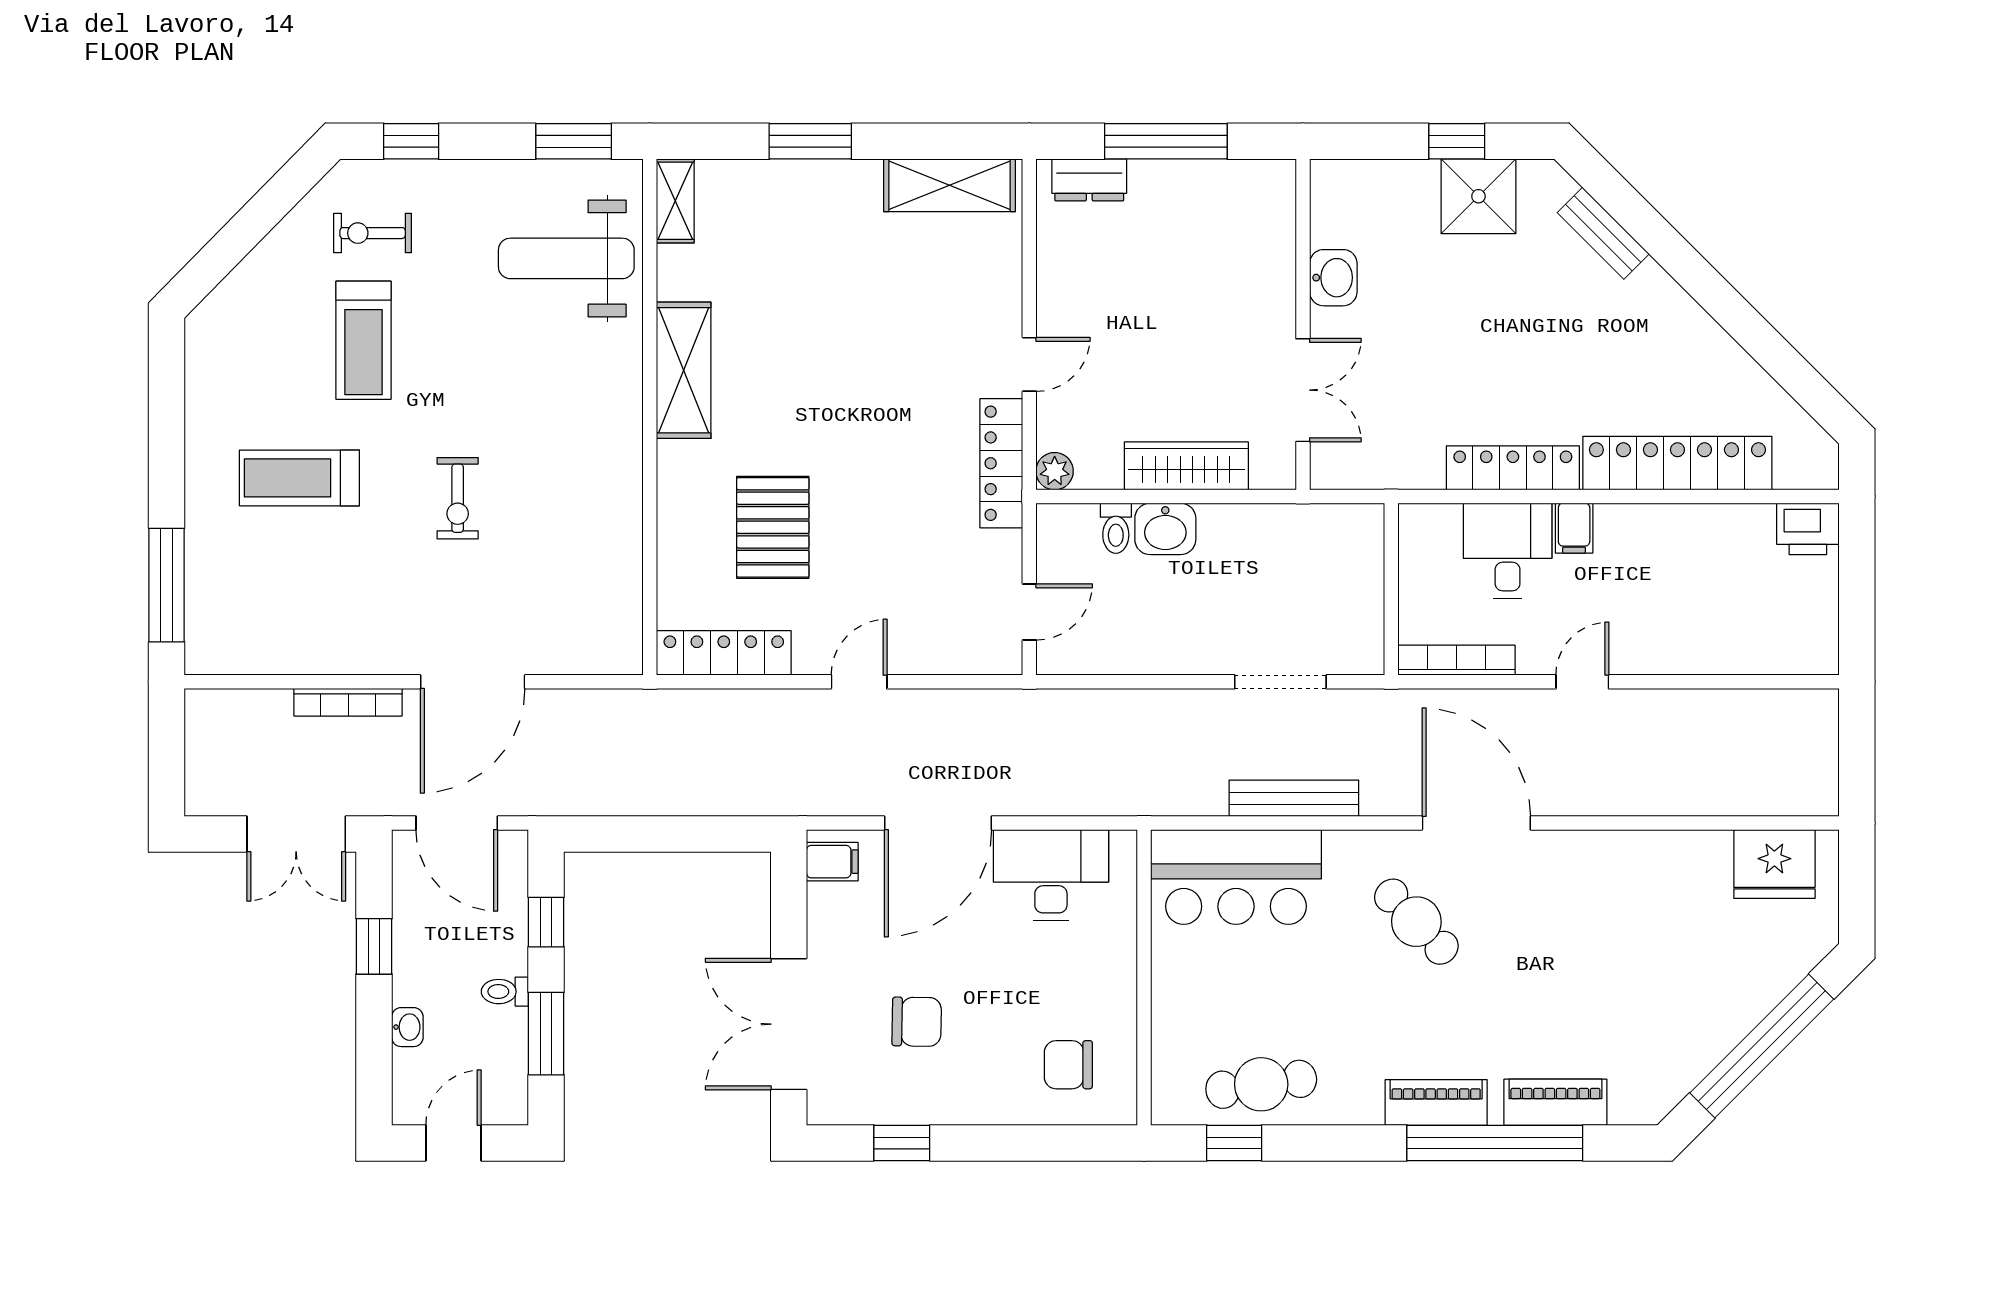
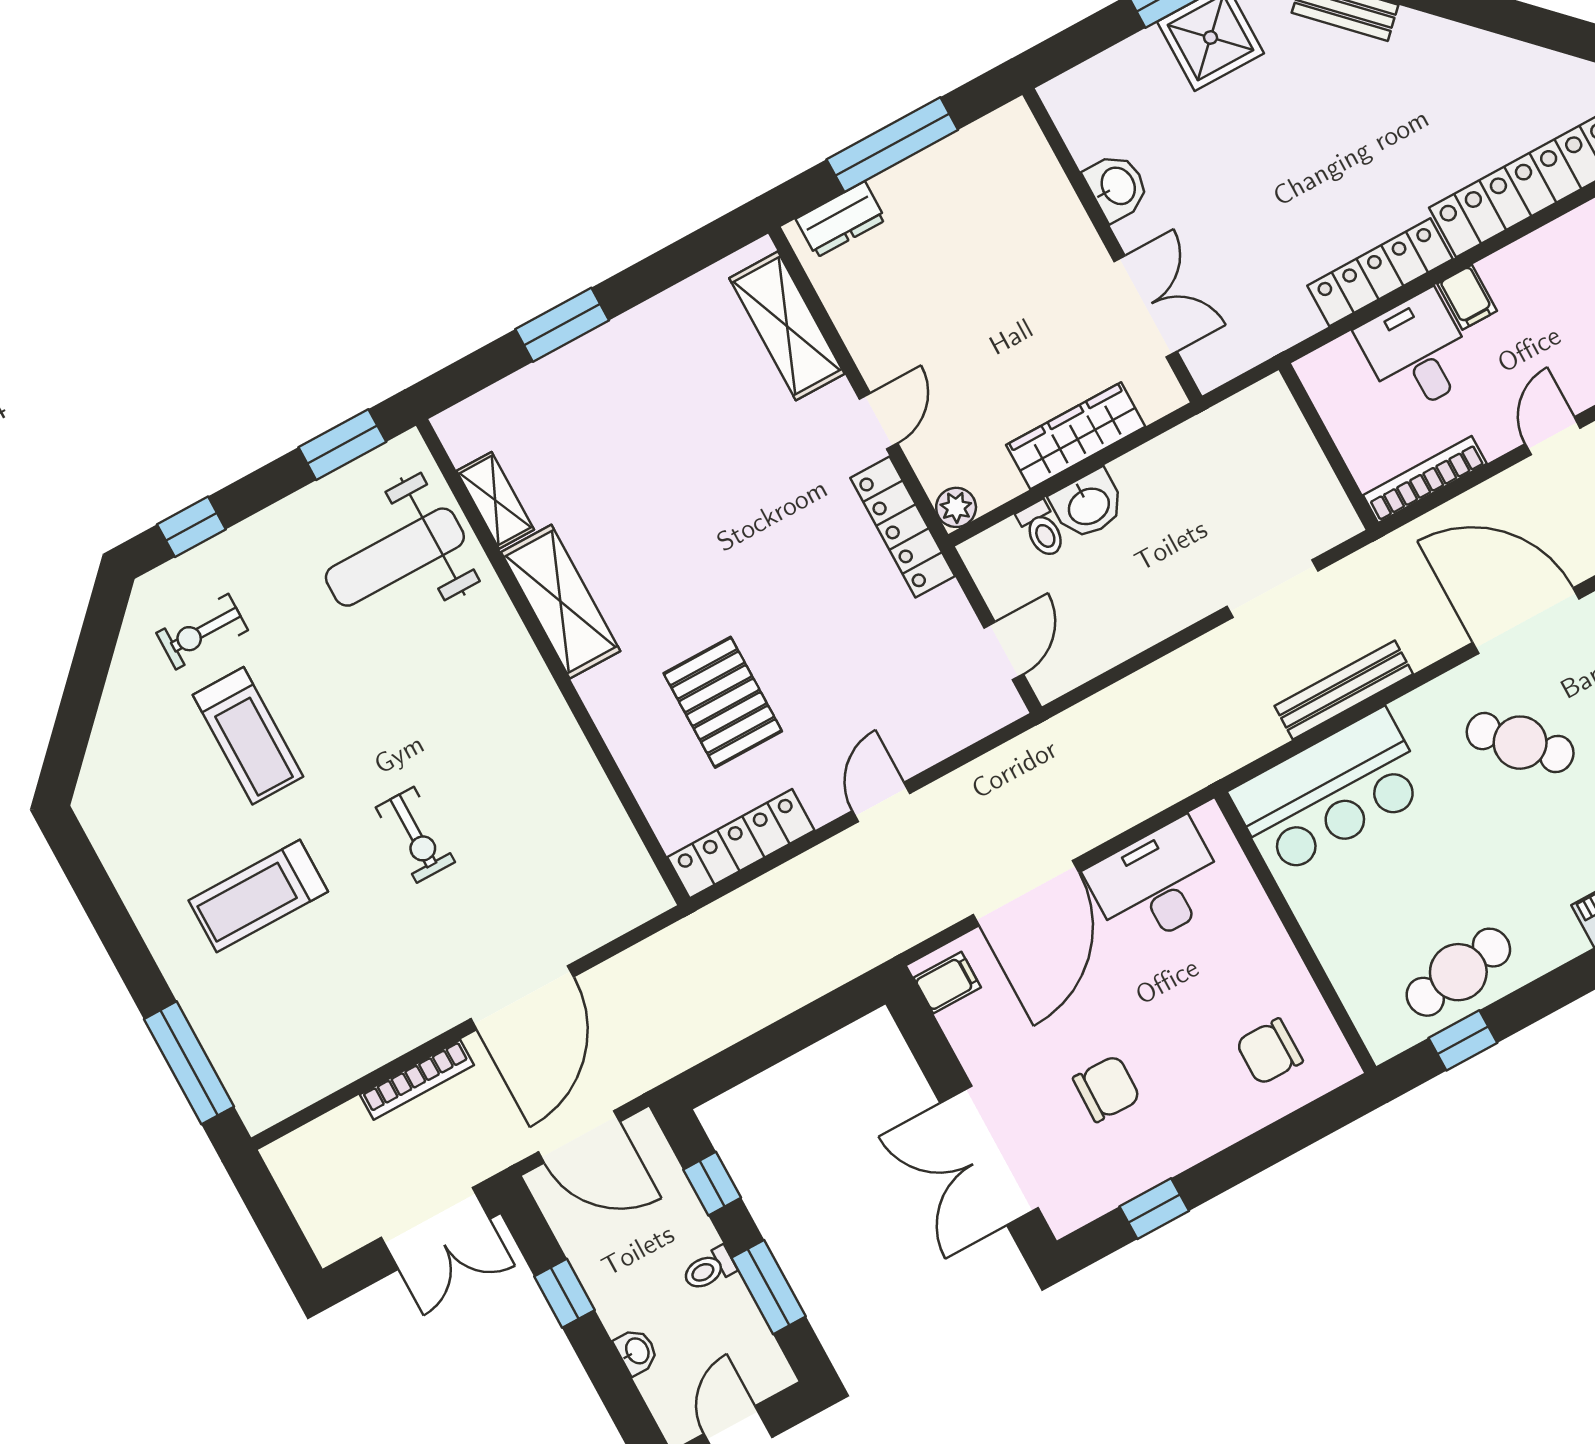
shelving: (949, 185) -> (787, 326), moved, turned 90
shelving: (675, 201) -> (495, 500), moved

